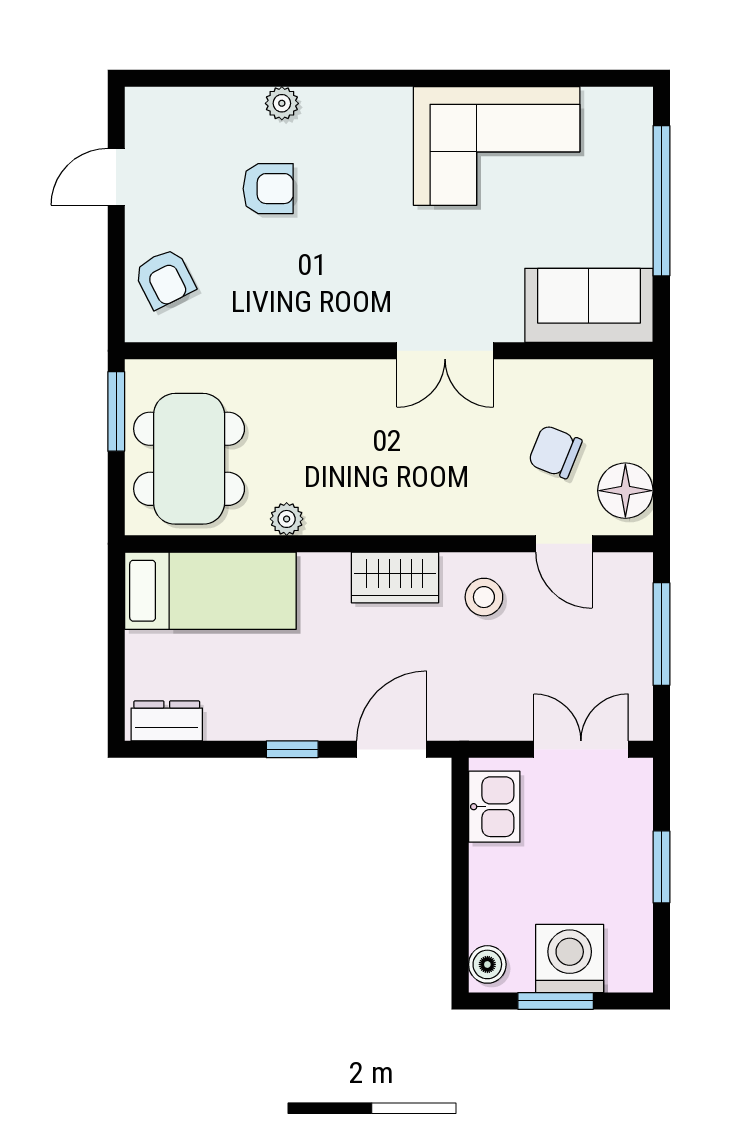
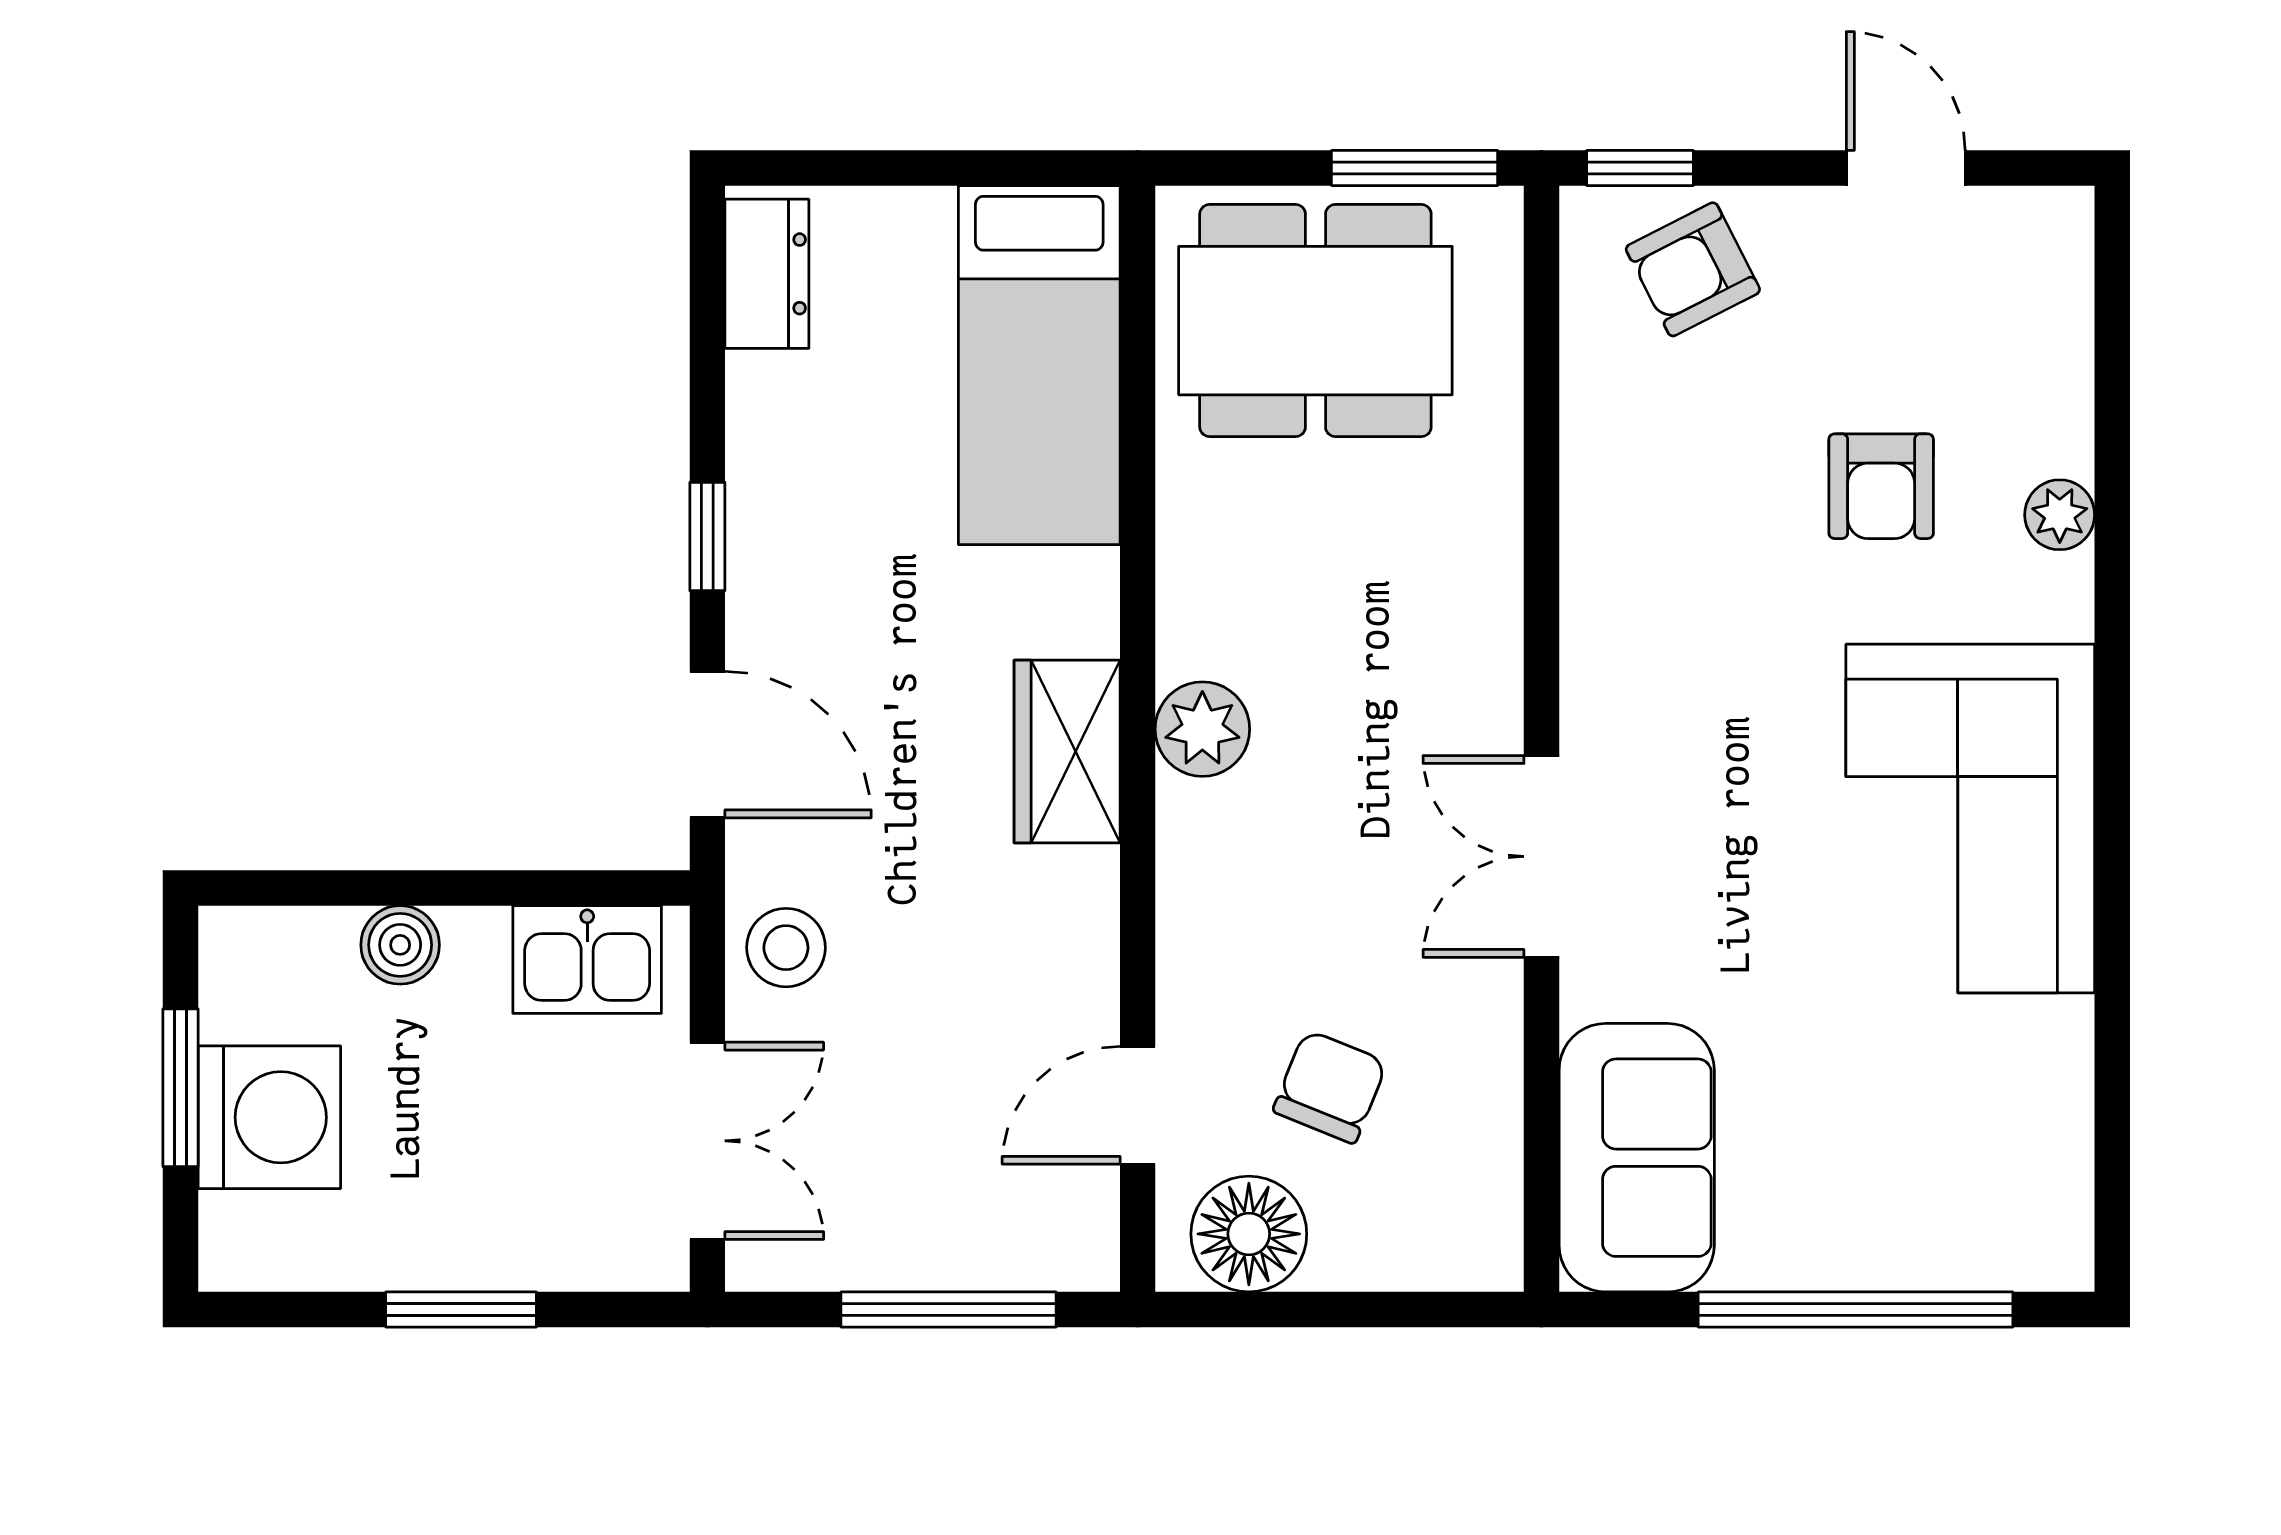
corner sofa: (497, 146) -> (1970, 819), moved
window: (116, 304) -> (1640, 168), added
plant: (287, 519) -> (1202, 729), moved, width x1.38, depth x1.38
stool: (484, 597) -> (786, 948), moved
boiler: (487, 964) -> (400, 945), moved

